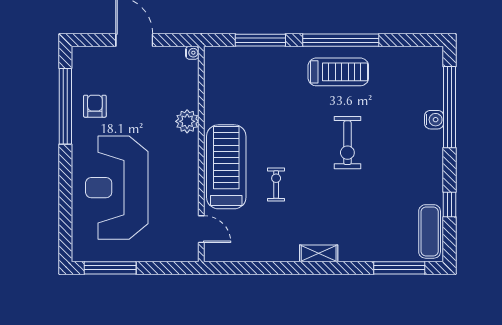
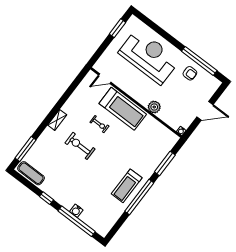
exercise bike: (347, 143) -> (80, 146), moved
window: (449, 204) -> (46, 198), moved
window: (110, 268) -> (117, 28), width x0.69

